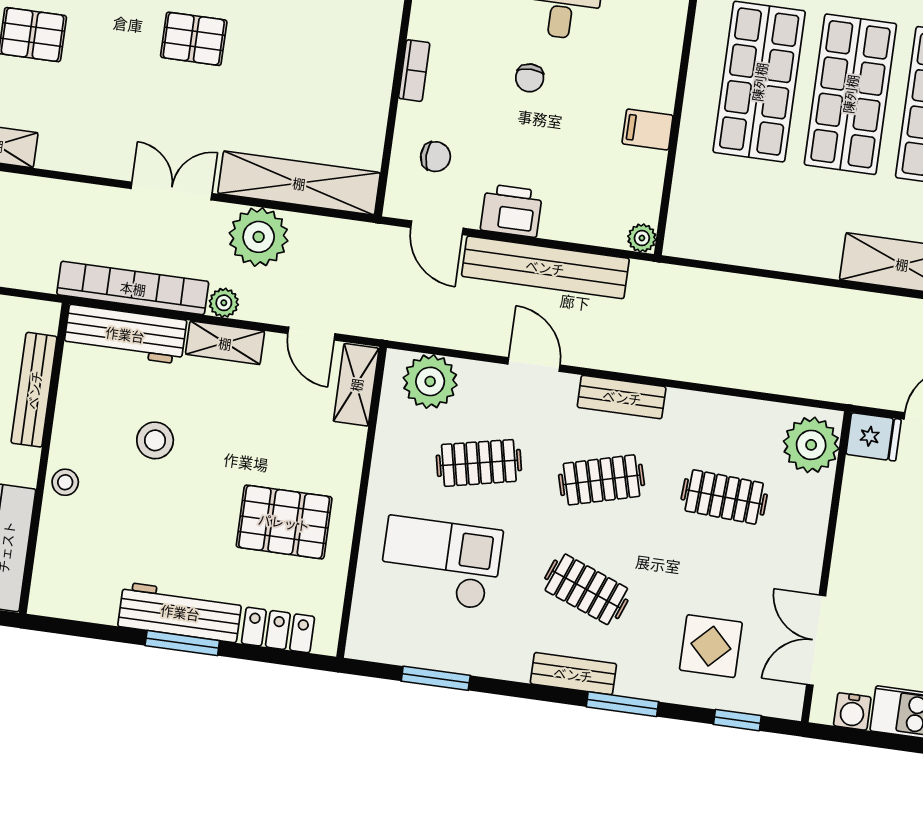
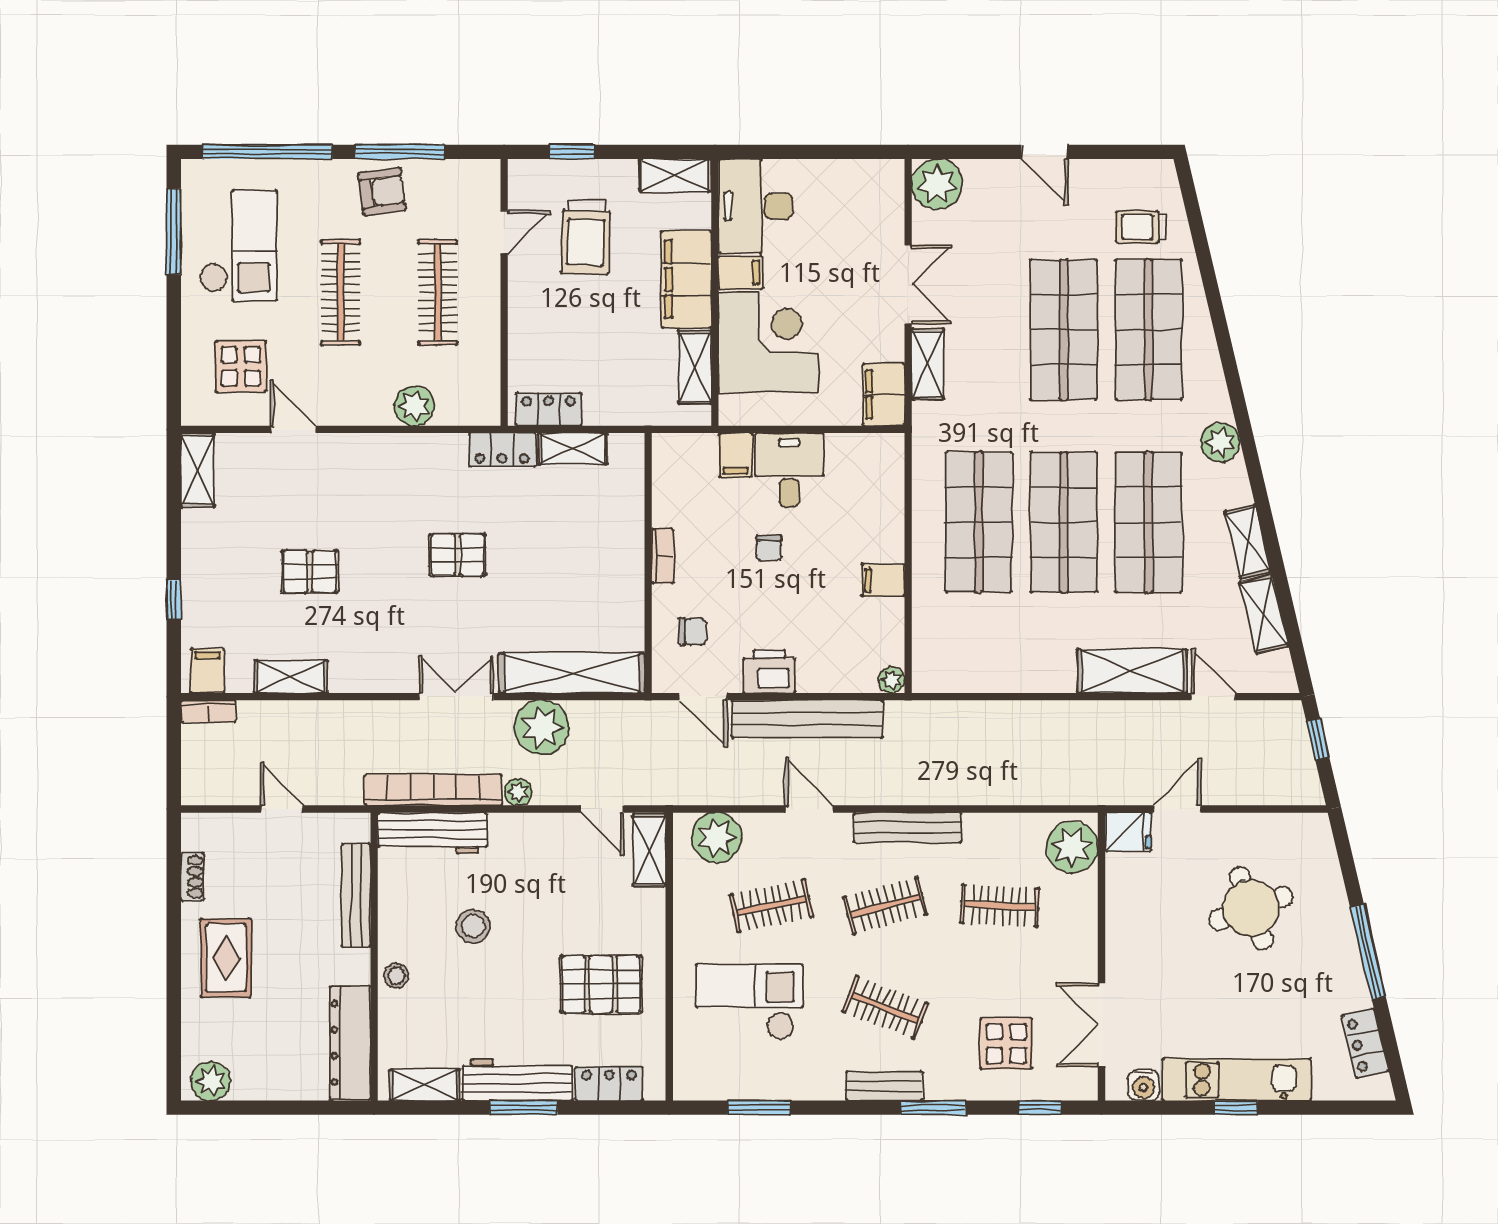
shelving: (225, 343) -> (425, 1085), moved
bench: (622, 397) -> (907, 828), width x1.36

